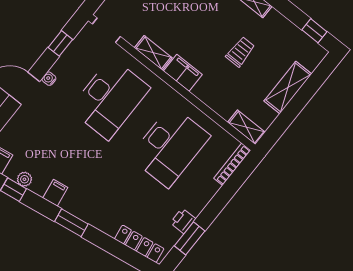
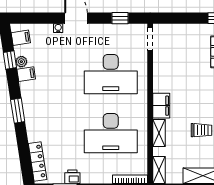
shelving: (153, 53) -> (159, 133), moved
water cooler: (49, 79) -> (58, 28), moved
filing cabinet: (55, 193) -> (26, 74), moved

